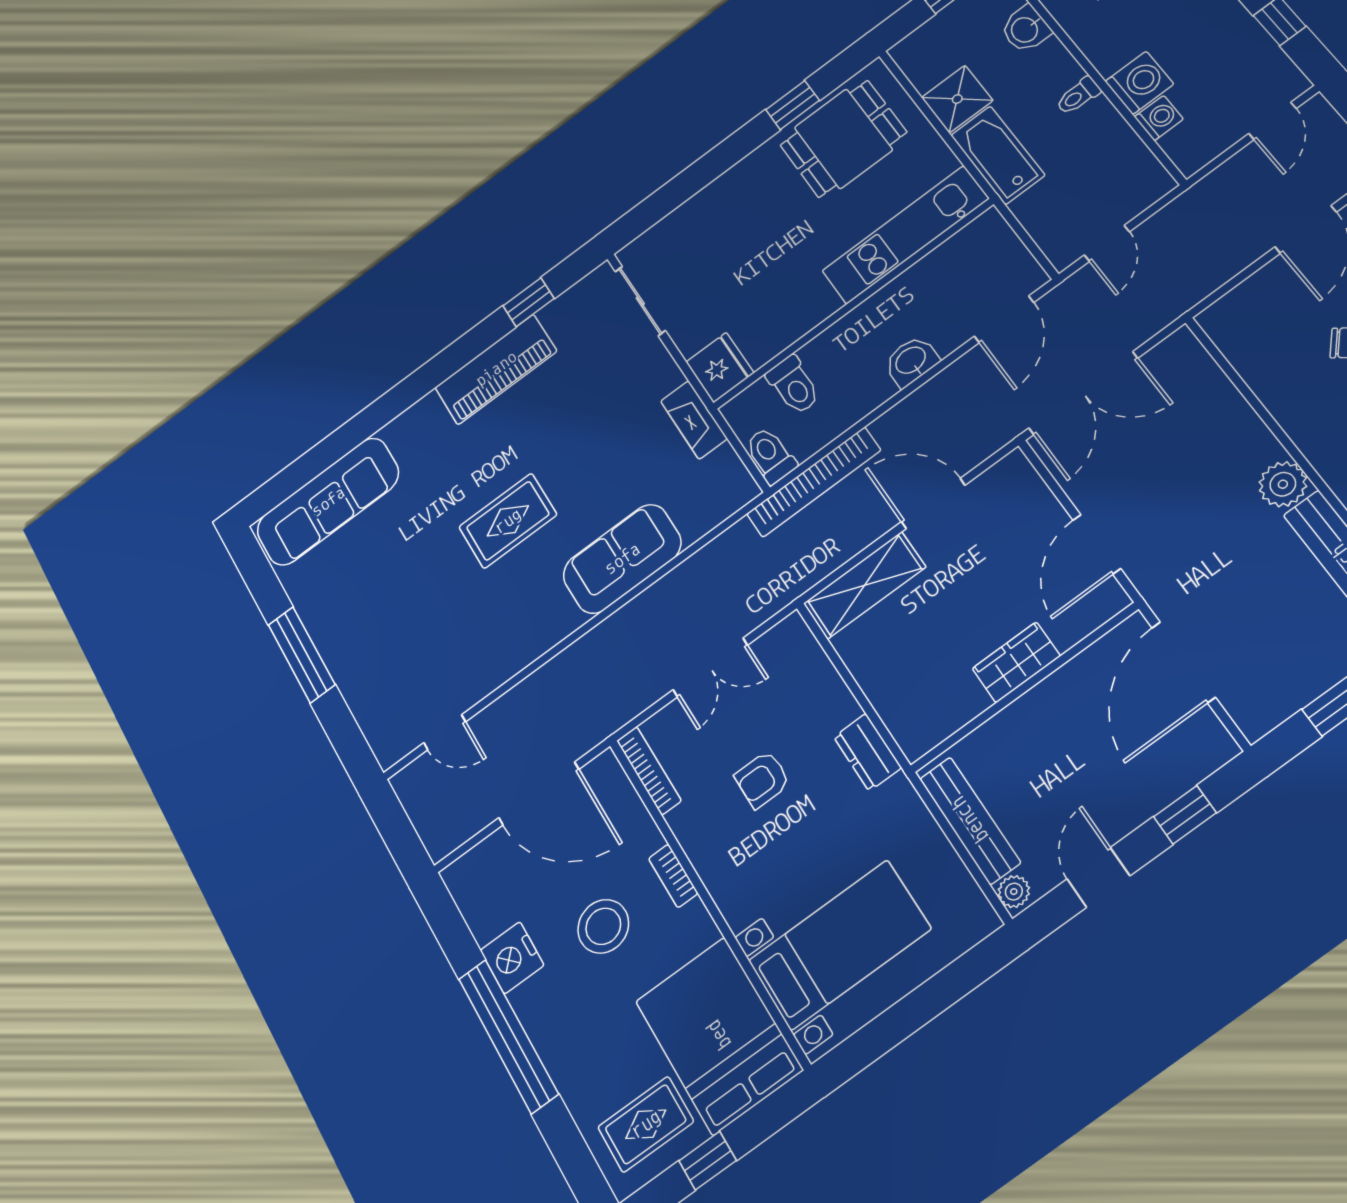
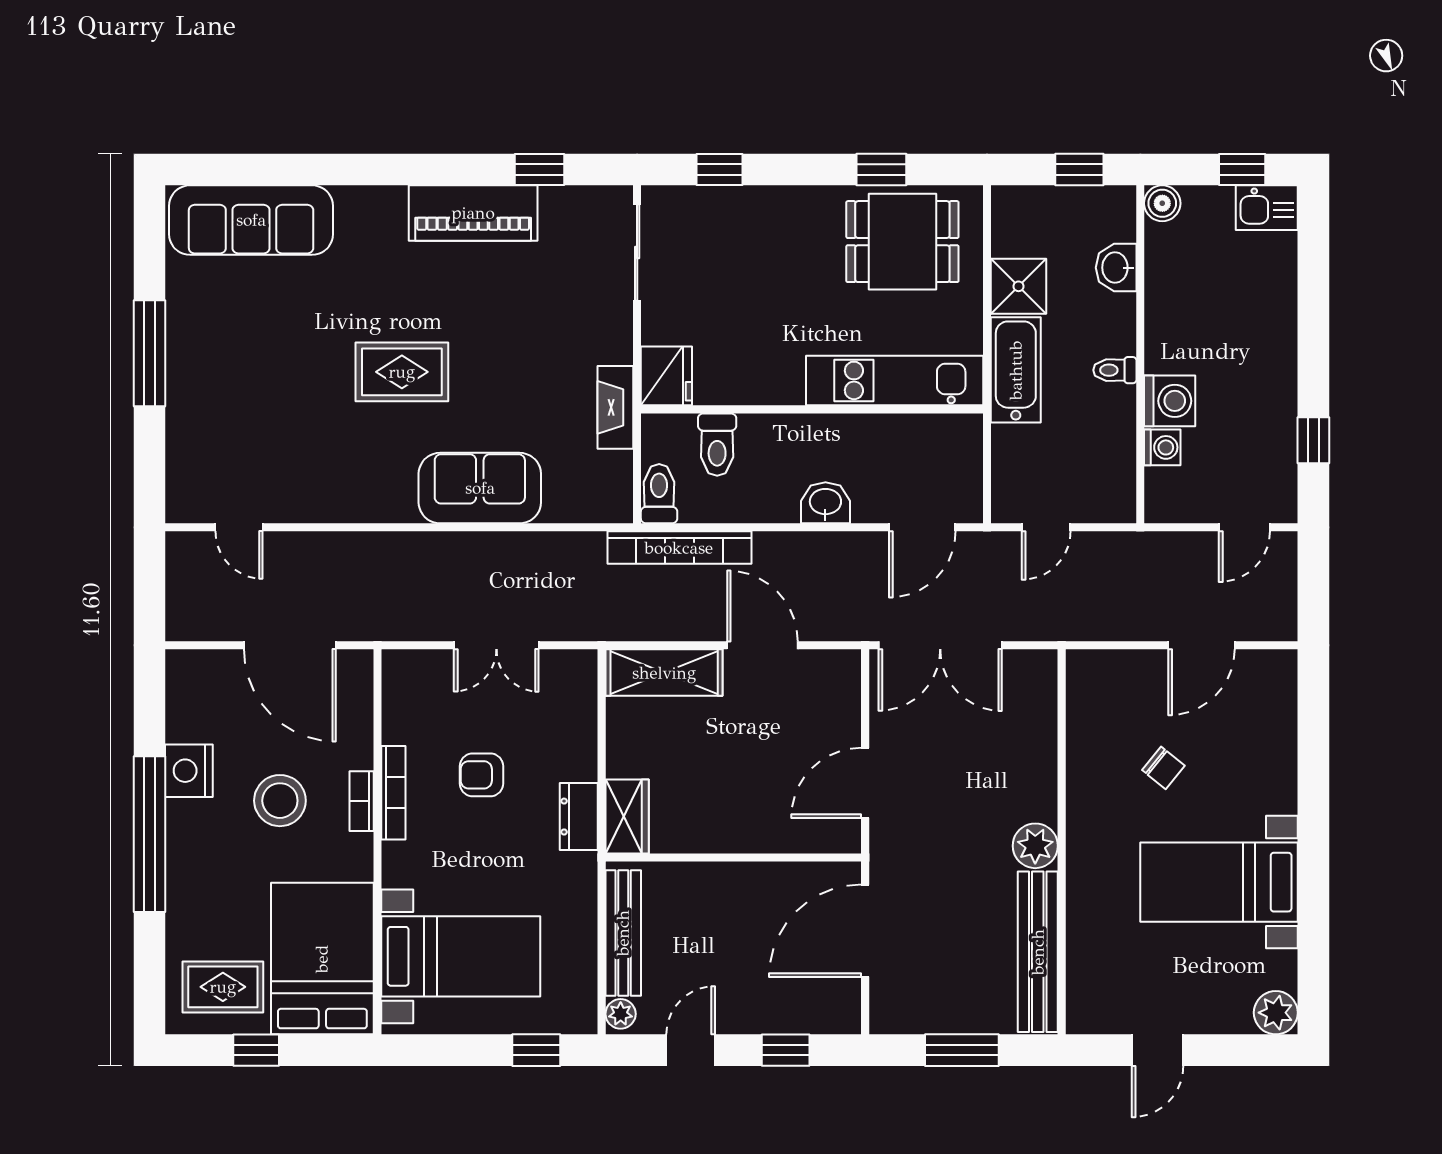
window: (667, 199) -> (719, 170), added
wardrobe: (1016, 662) -> (627, 816), moved, turned 90
bookcase: (649, 771) -> (393, 793), moved
window: (959, 979) -> (536, 1050), added

